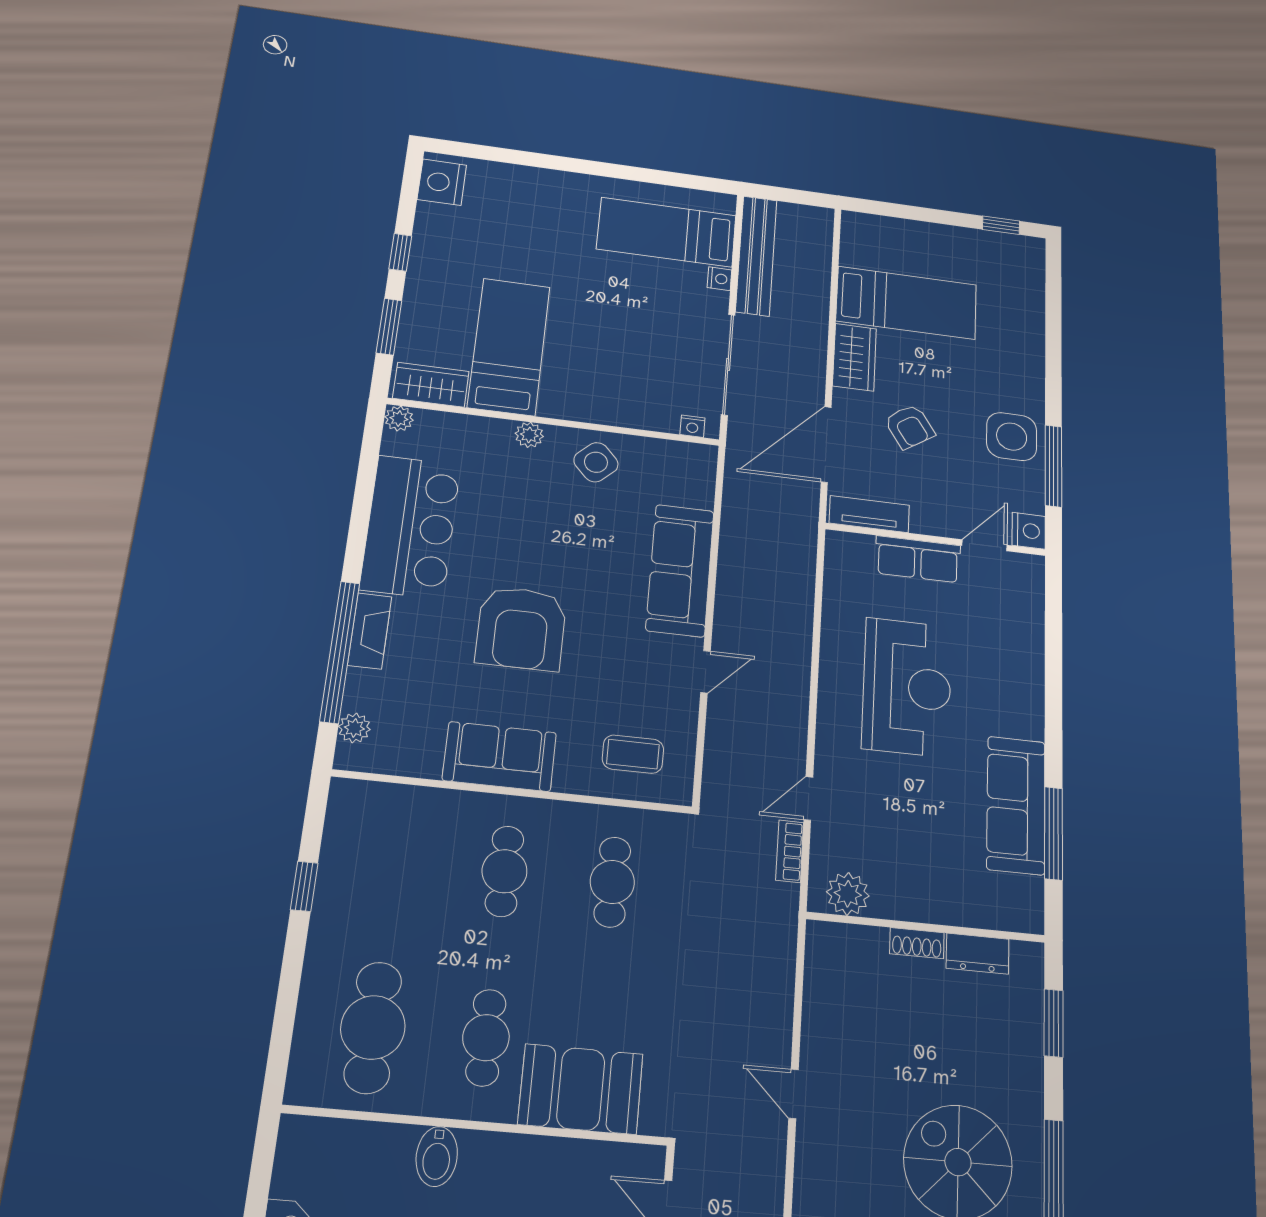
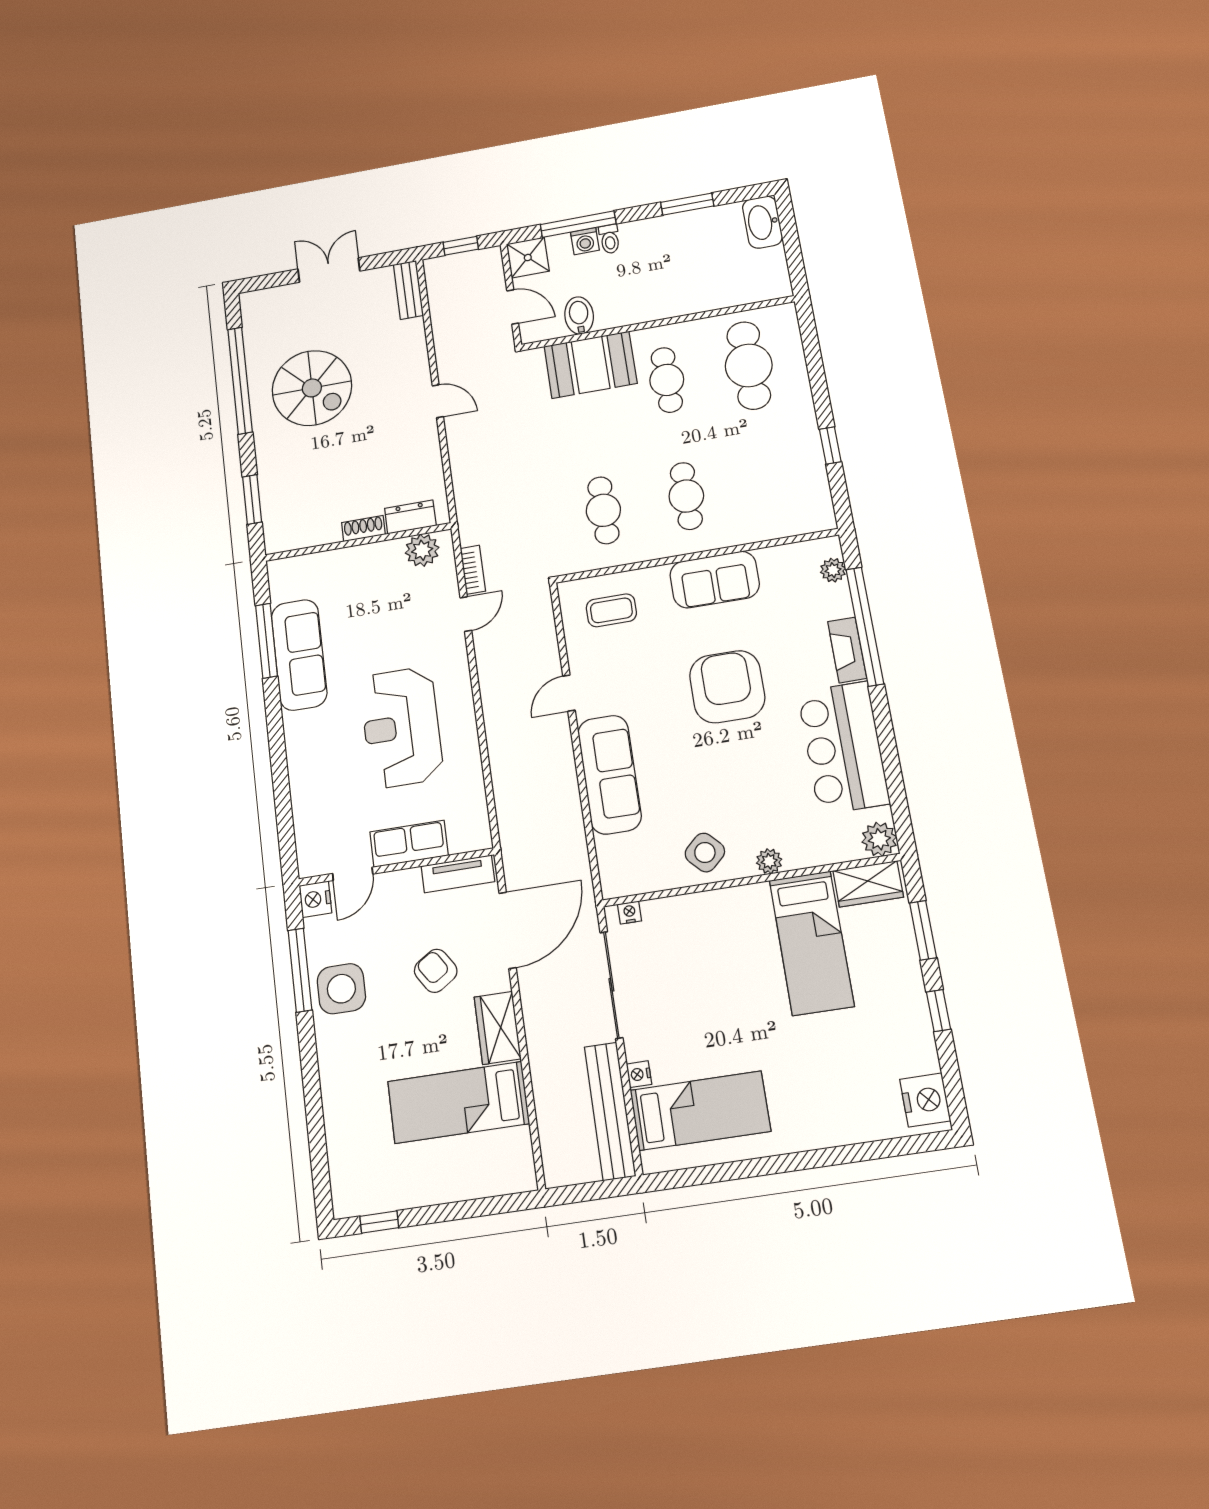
plant: (399, 419) -> (879, 839), width x1.38, depth x1.38
dresser: (978, 954) -> (410, 517), moved
bidet: (437, 1156) -> (579, 315), moved

